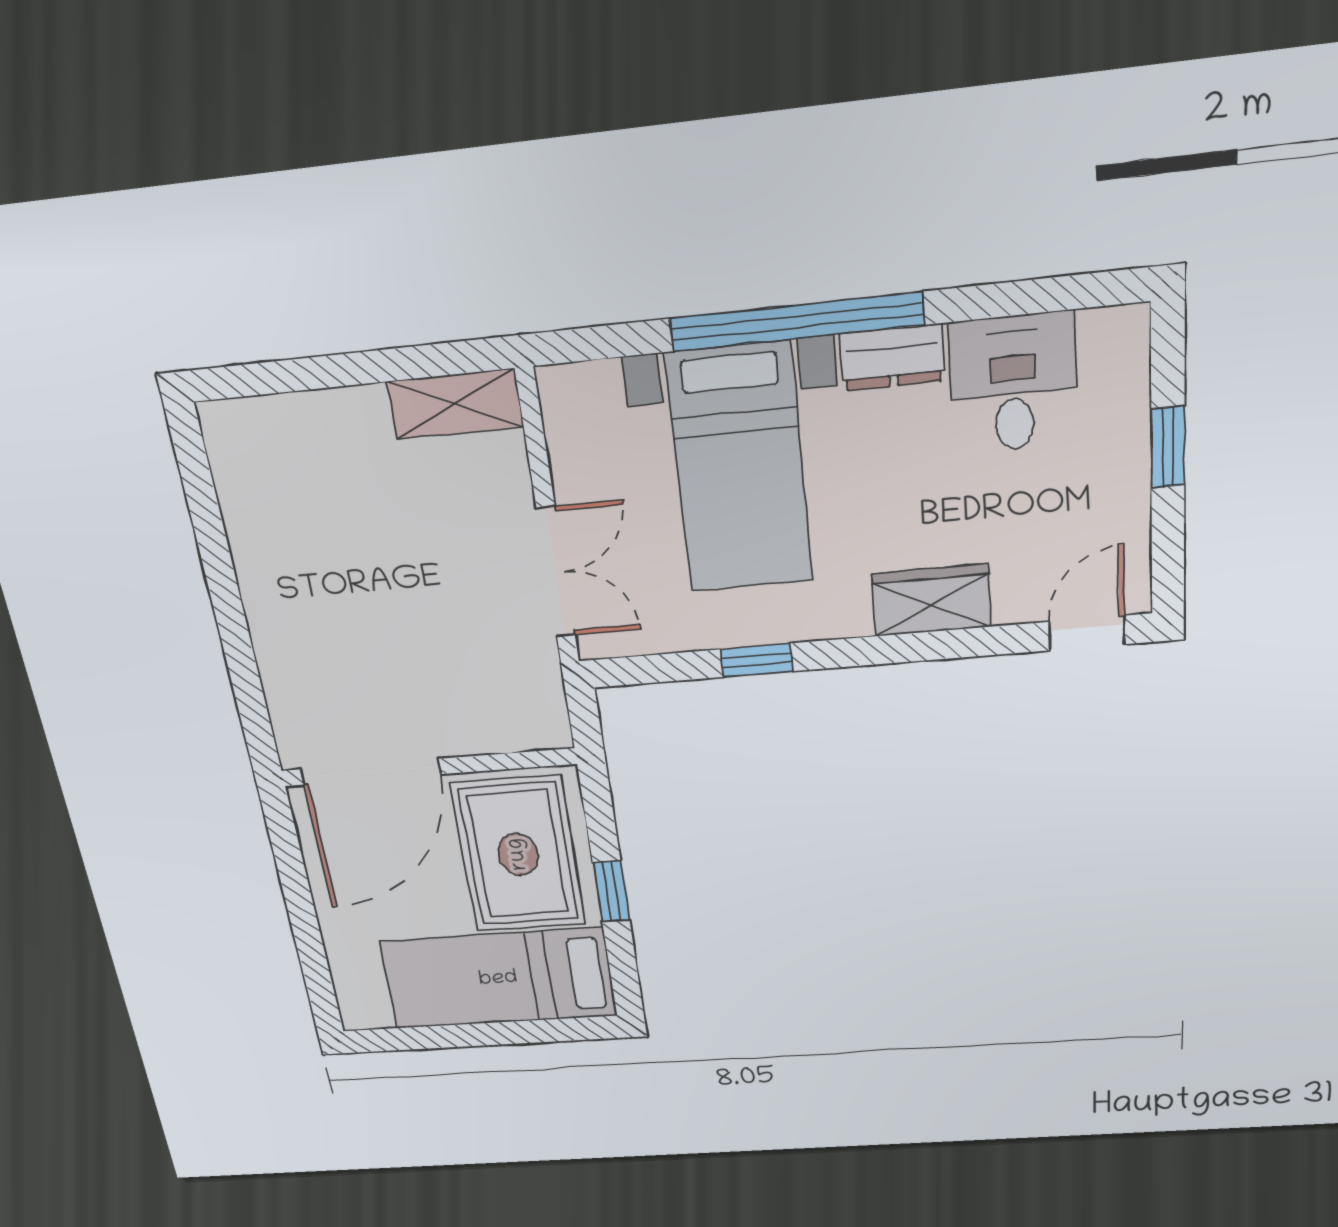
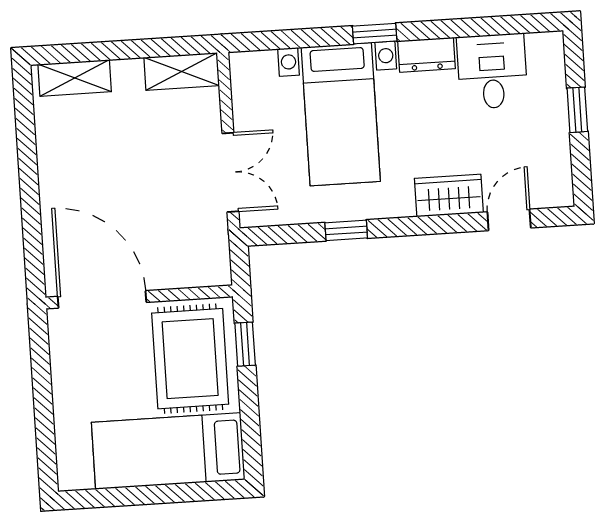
window: (796, 322) -> (375, 34), width x0.32
shelving: (273, 422) -> (75, 78), added
door: (1087, 633) -> (509, 220), moved
door: (370, 772) -> (102, 299), swing flipped
window: (611, 892) -> (245, 344), moved

